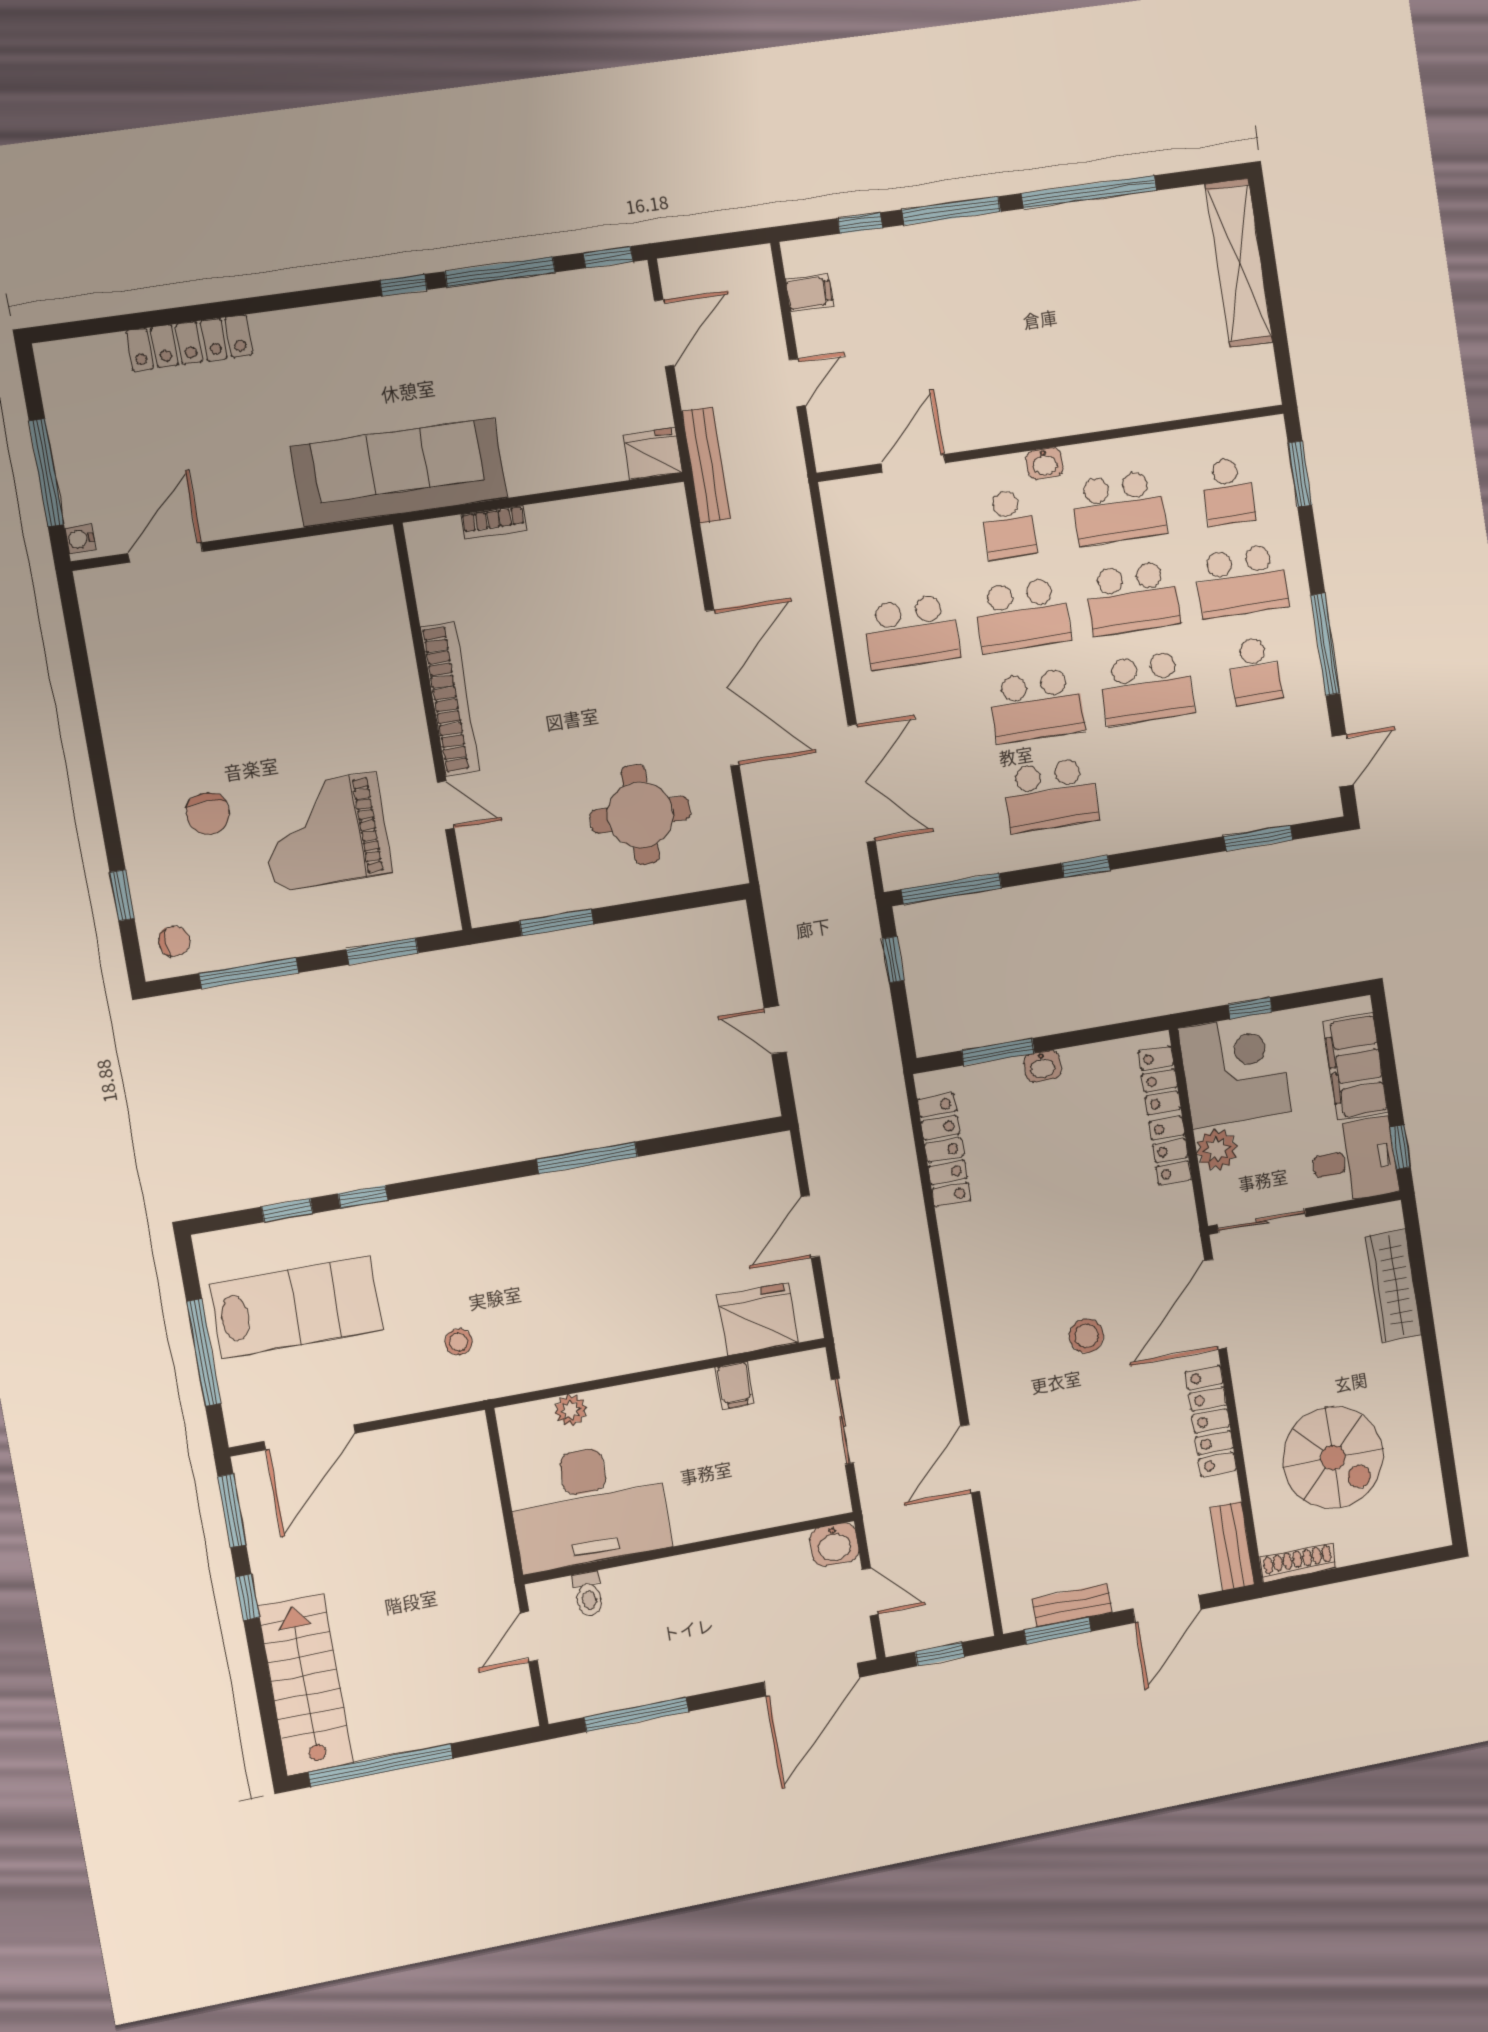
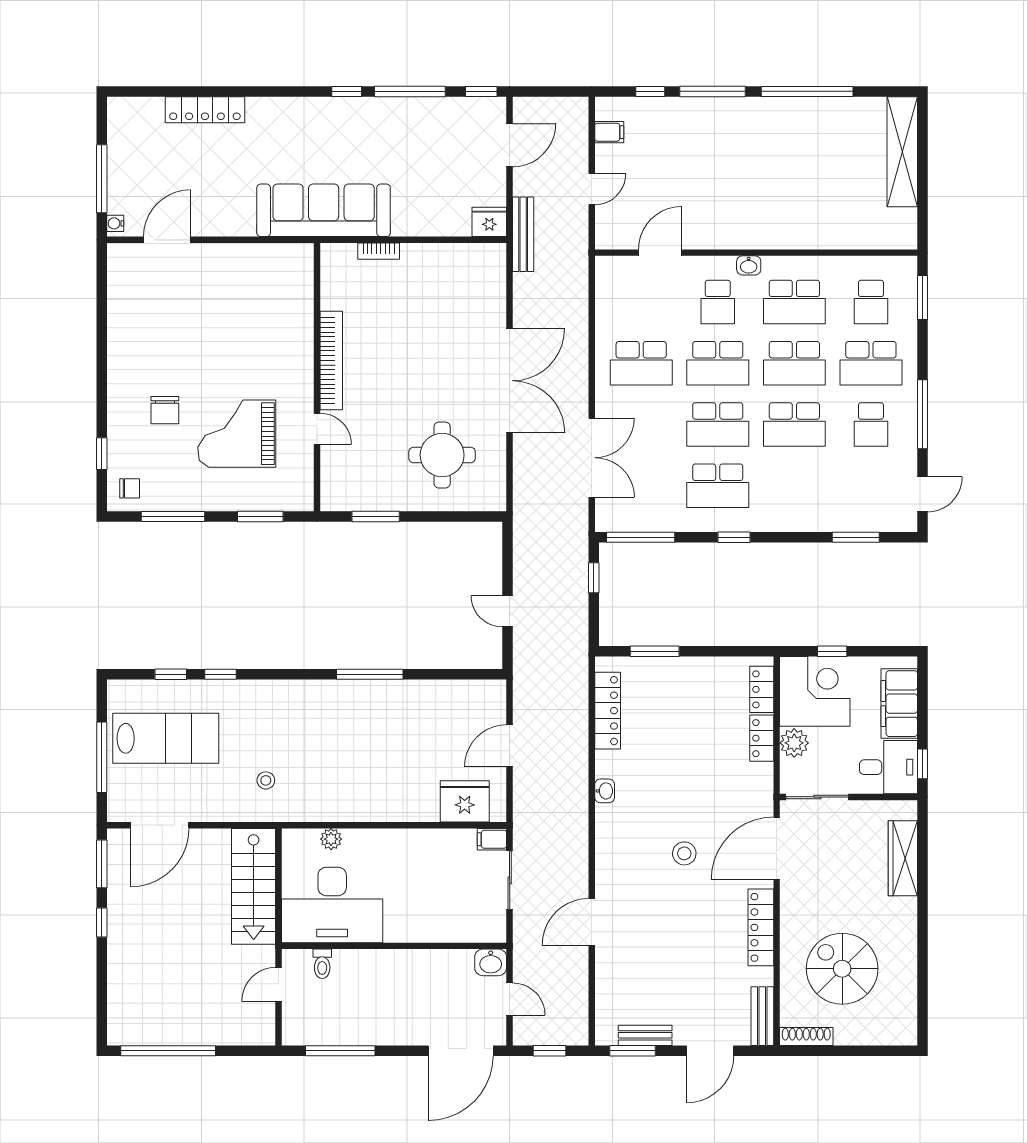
washbasin: (1042, 1066) -> (605, 791), moved, turned -90
filing cabinet: (735, 1385) -> (492, 839), moved, turned 90
spiral stairs: (1333, 1458) -> (842, 969), turned 180
stairs: (305, 1685) -> (254, 886), moved, turned 180

